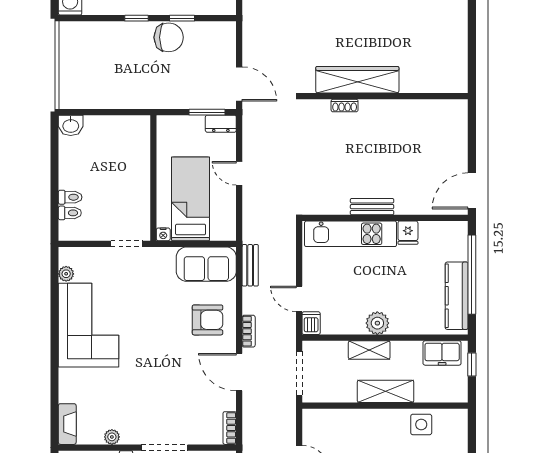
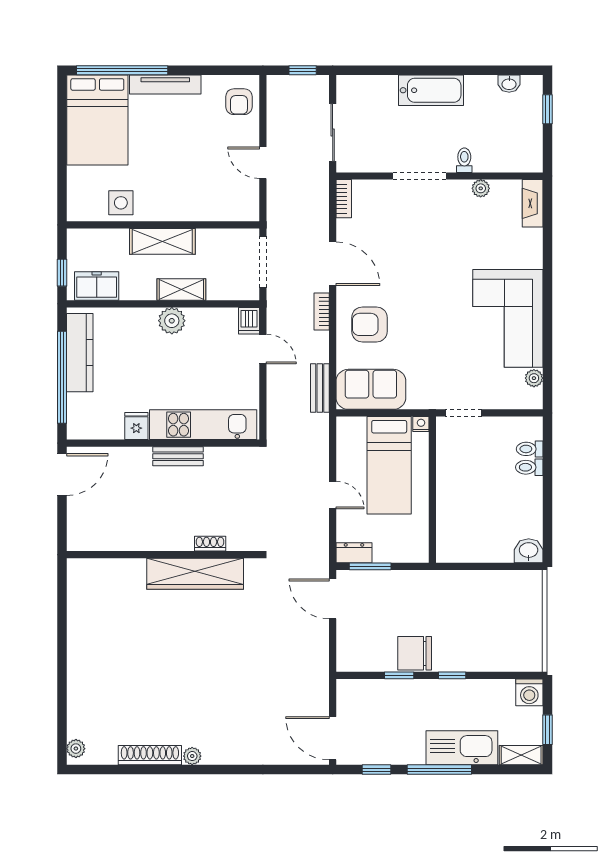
wardrobe: (357, 80) -> (195, 574), moved
wall: (385, 96) -> (163, 555), moved
shoe rack: (345, 106) -> (210, 544), moved

